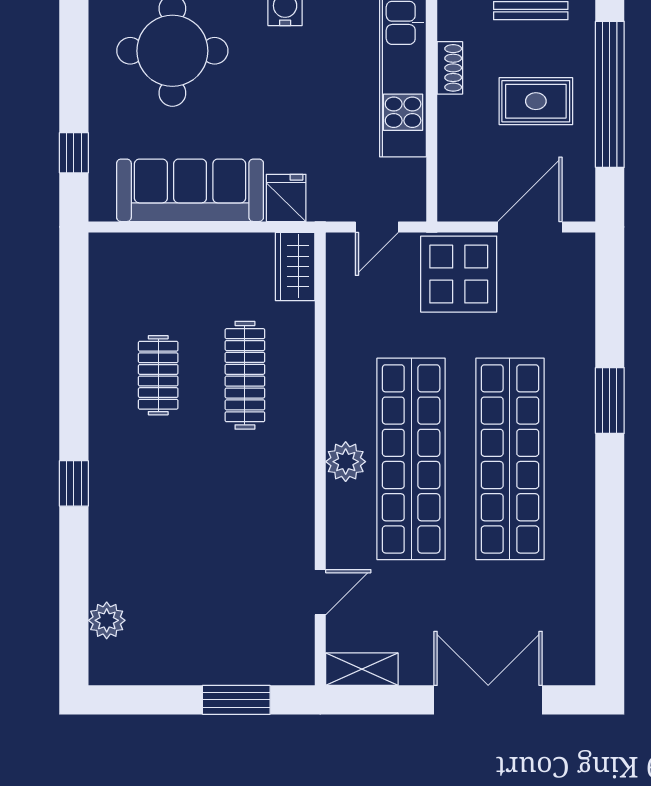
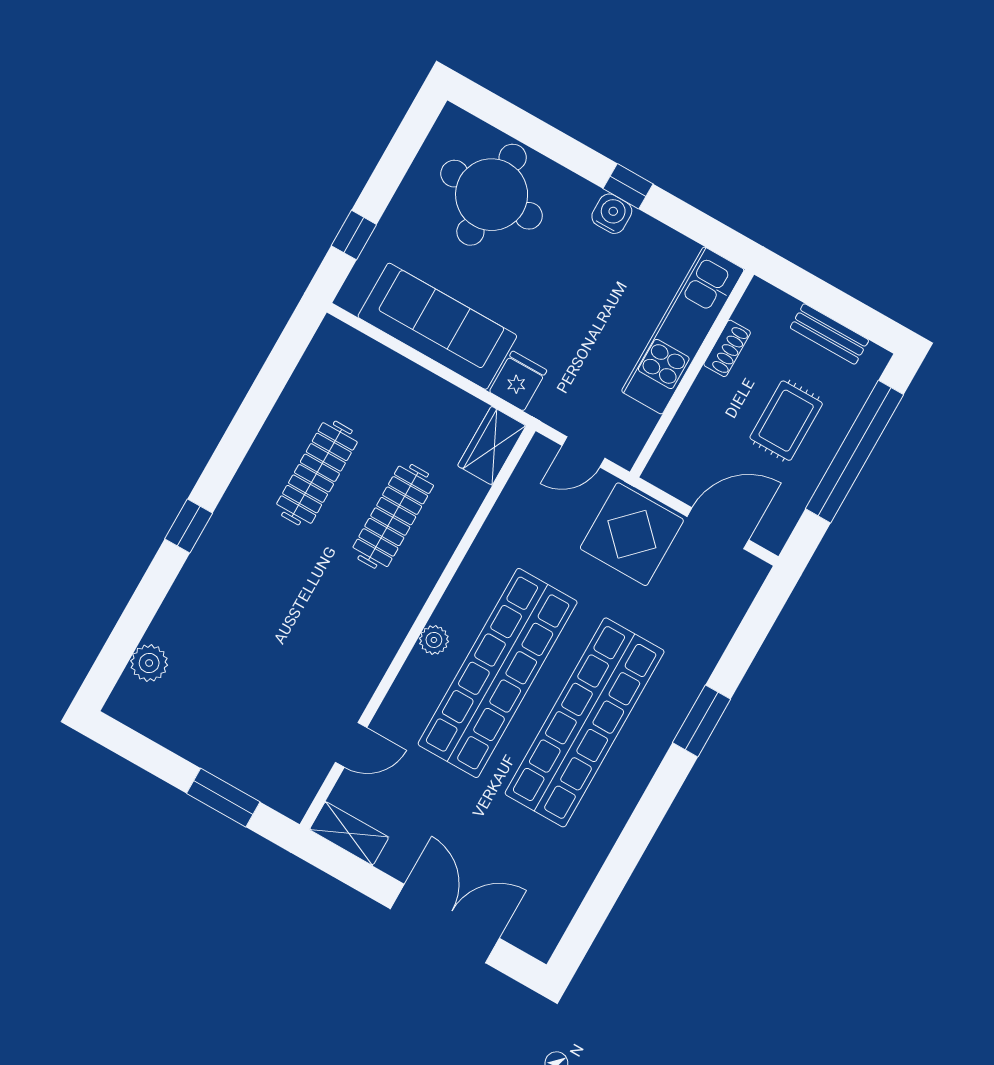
rug: (536, 101) -> (786, 421), turned 90
clothes rail: (158, 375) -> (317, 473), width x1.36
plant: (346, 462) -> (434, 640), width x0.73, depth x0.73

